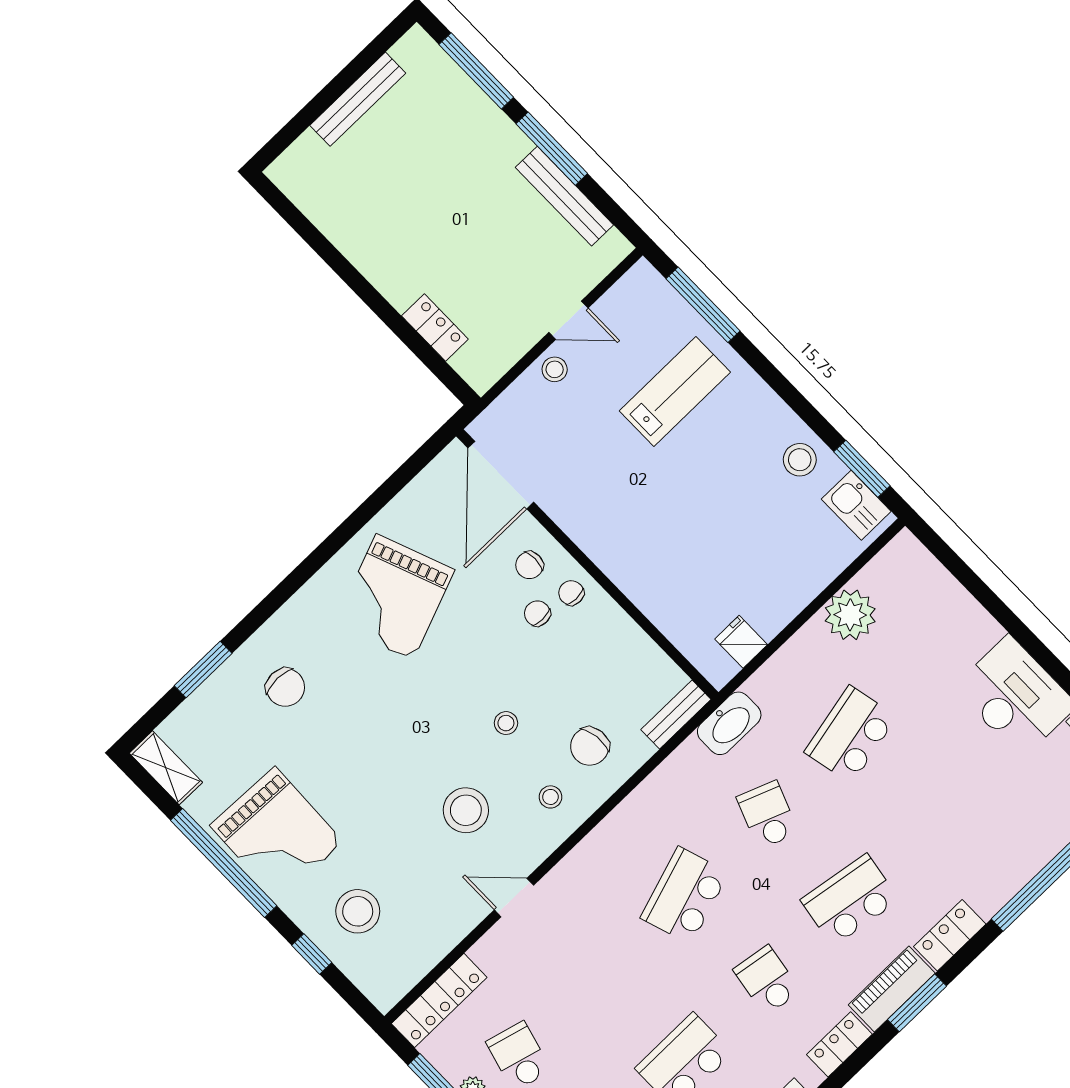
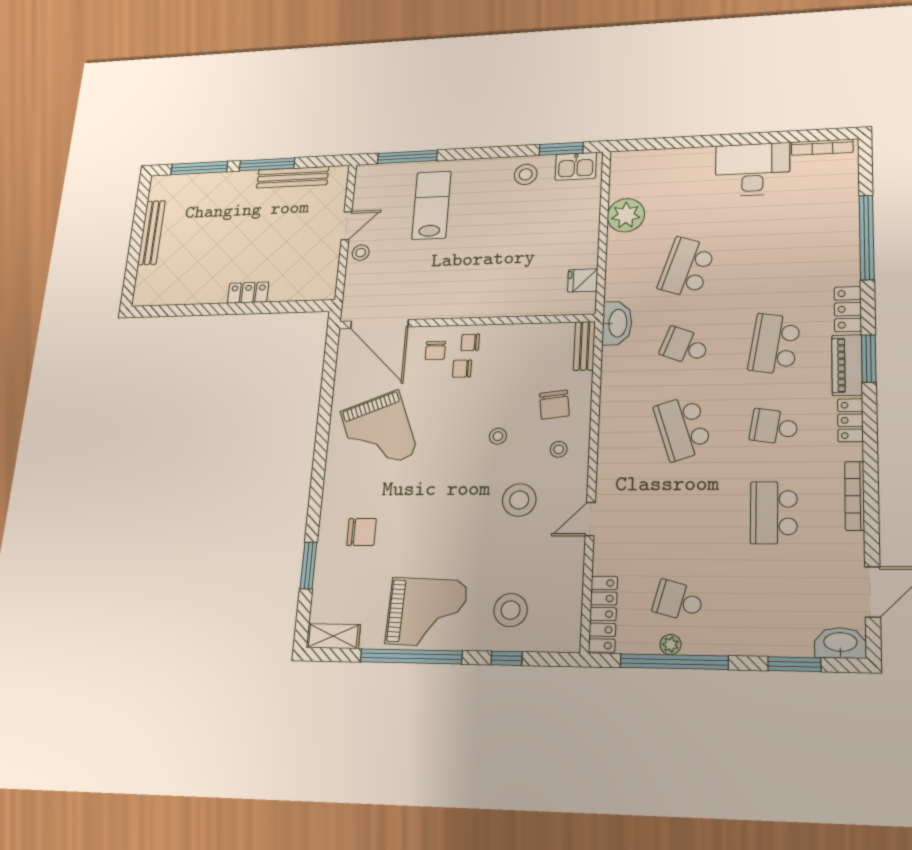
locker: (435, 328) -> (248, 293), moved
school desk: (851, 735) -> (687, 267), turned 30

